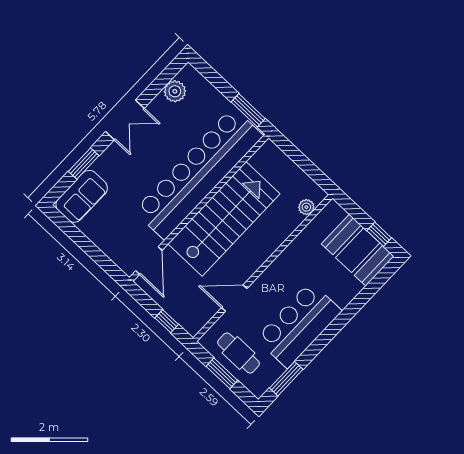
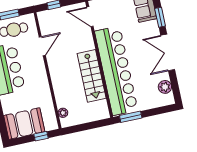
double door: (125, 120) -> (168, 52), width x1.37
stairs: (224, 219) -> (92, 76), width x0.73, depth x0.66
window: (379, 234) -> (41, 136), moved

